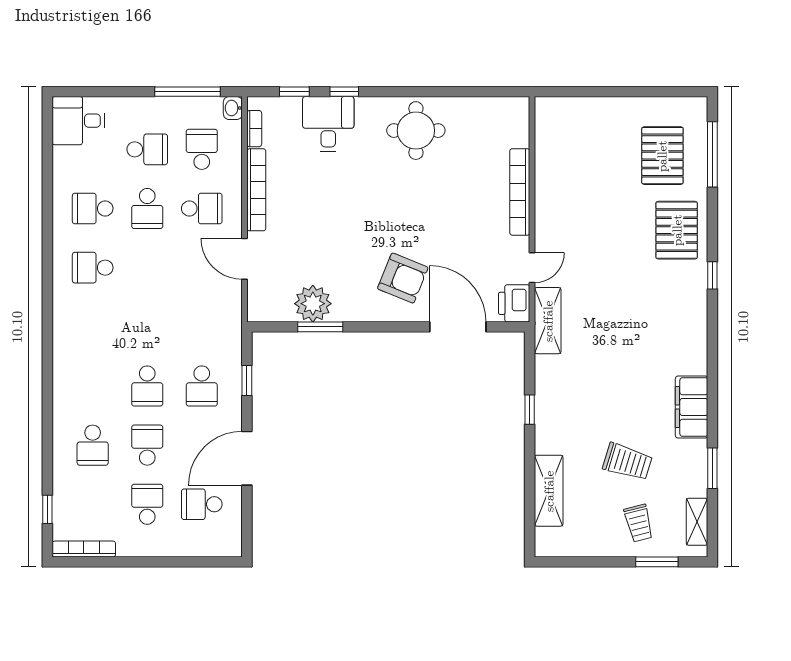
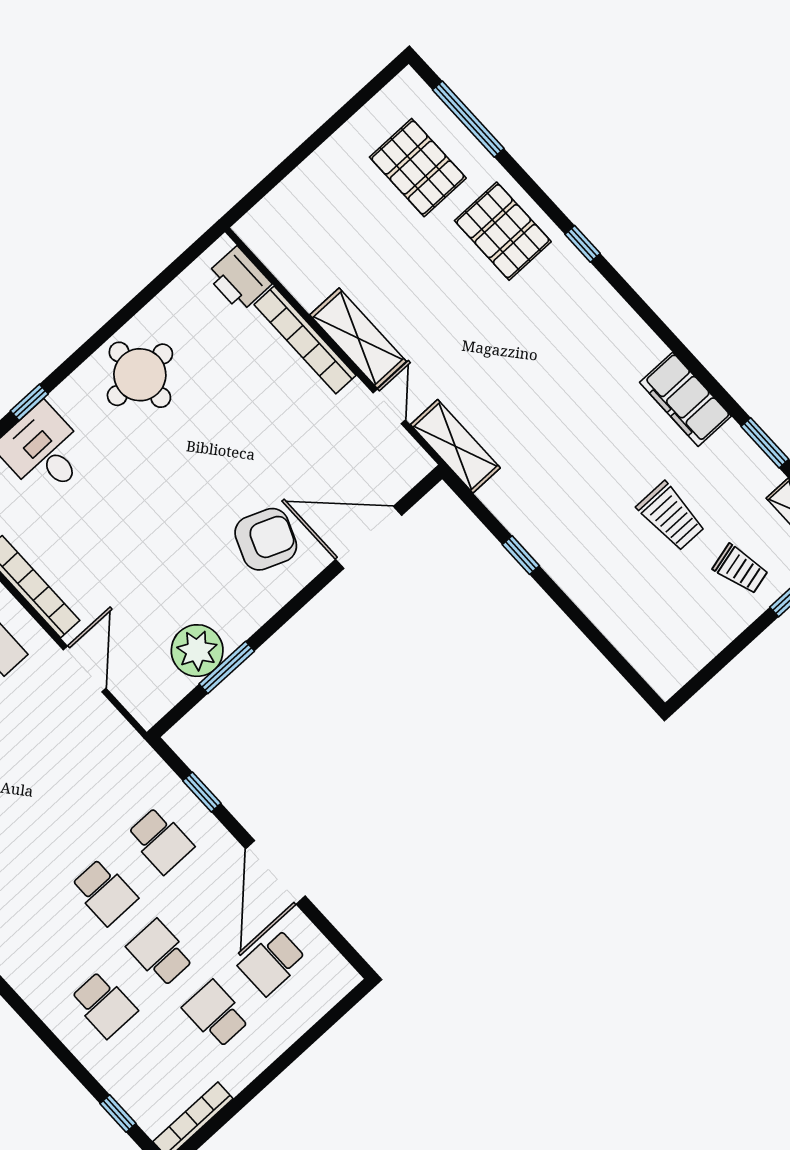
door: (245, 259) -> (85, 669), swing flipped
printer: (514, 303) -> (239, 279), moved
trolley: (627, 462) -> (671, 516), turned 73
shelving: (549, 491) -> (358, 338), moved

